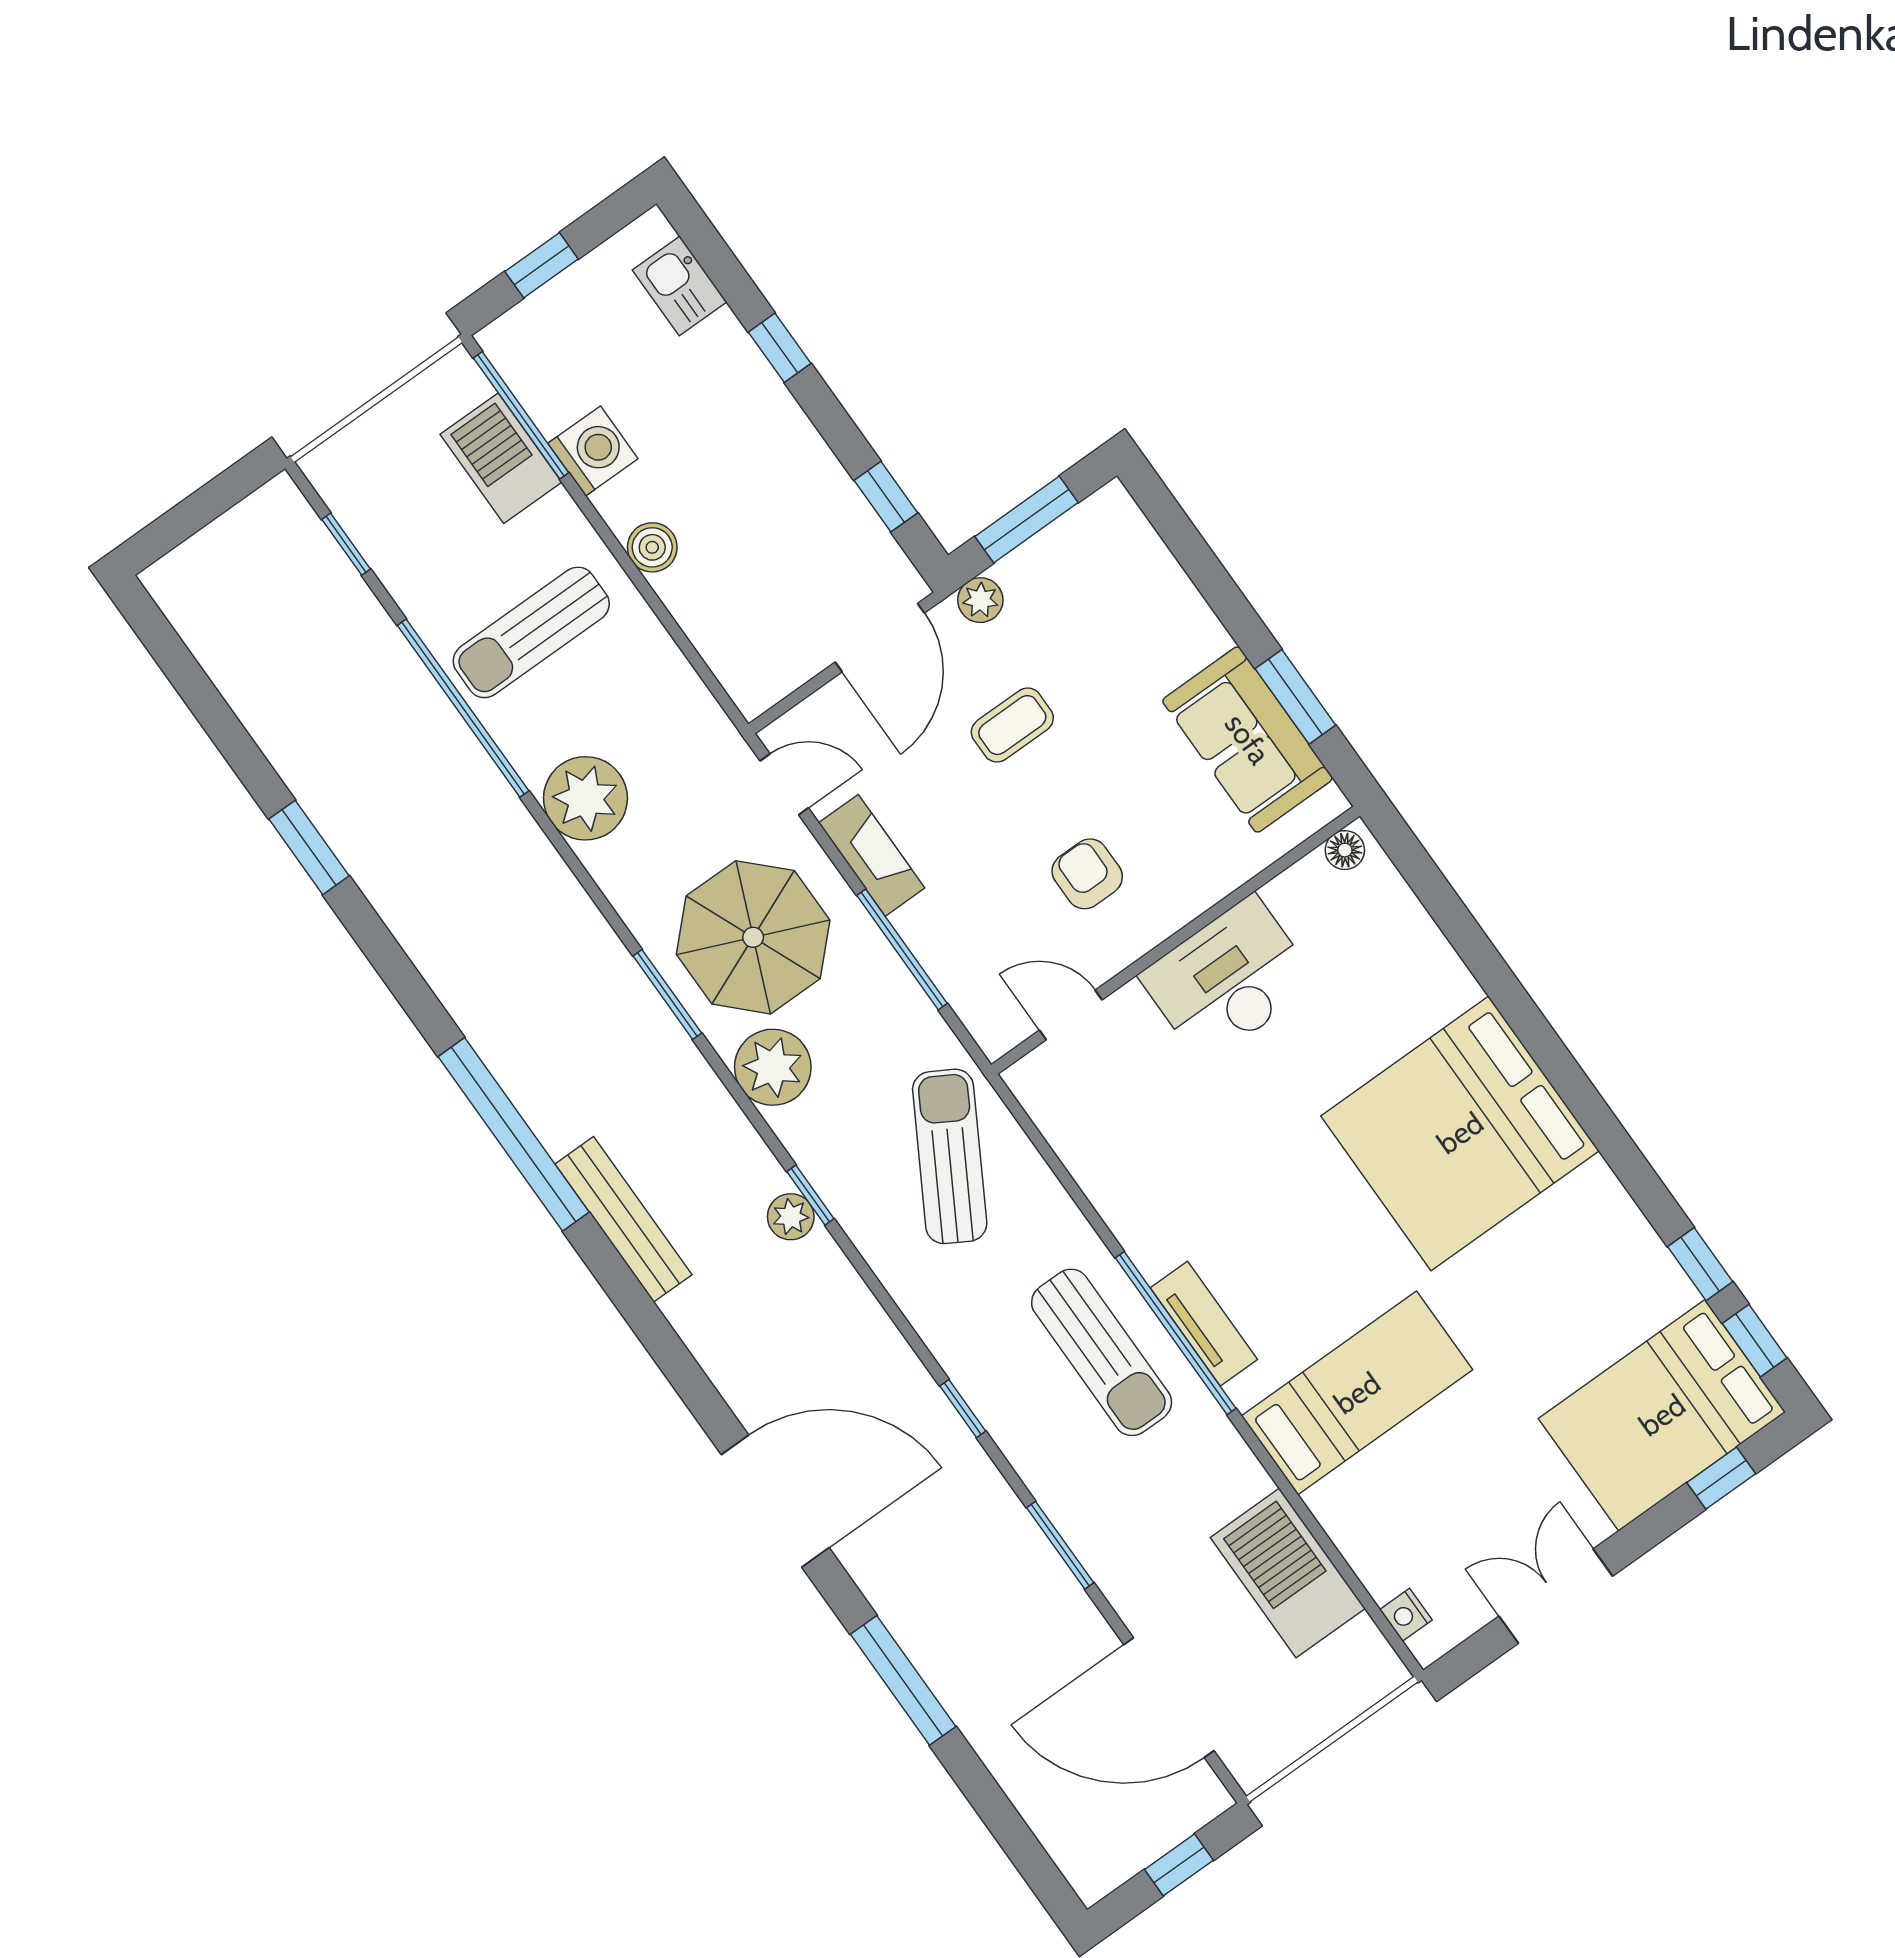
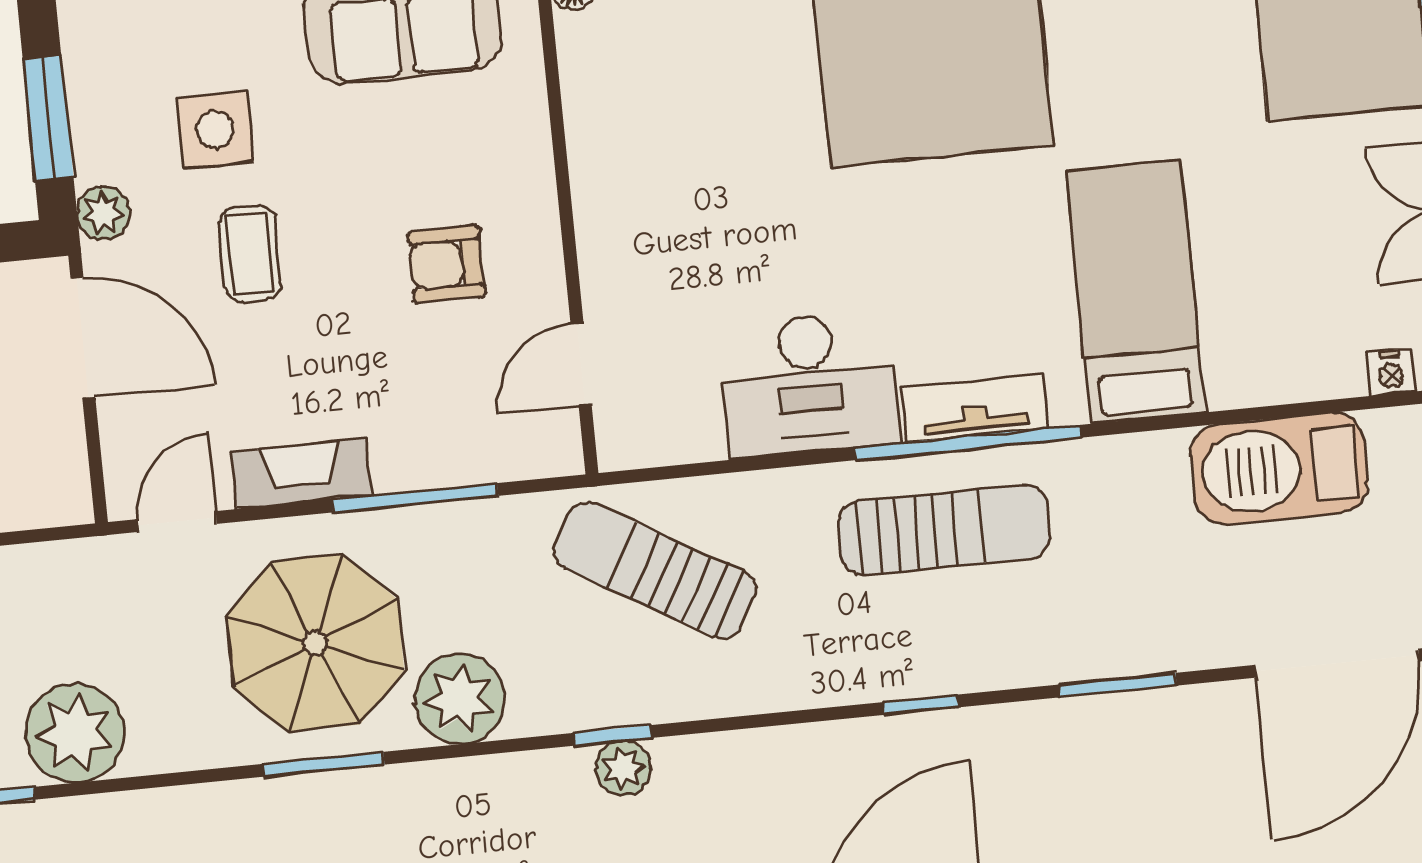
side table: (1089, 647) -> (215, 130), added
desk: (1228, 980) -> (809, 384), moved, turned -90

